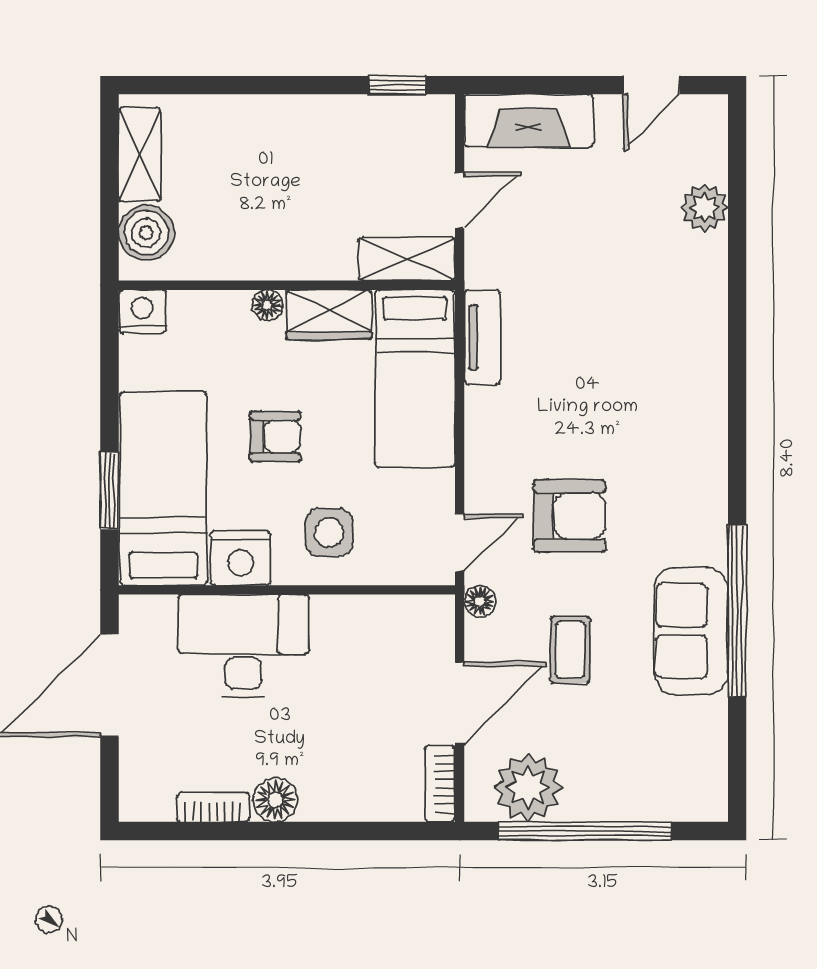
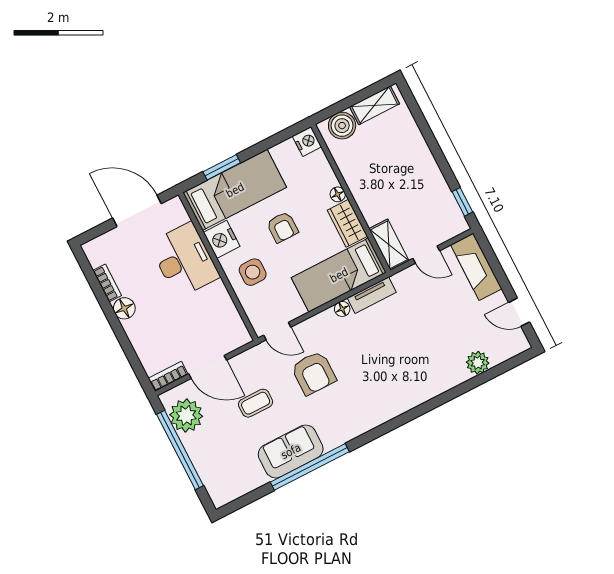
floor lamp: (480, 601) -> (342, 309), moved

